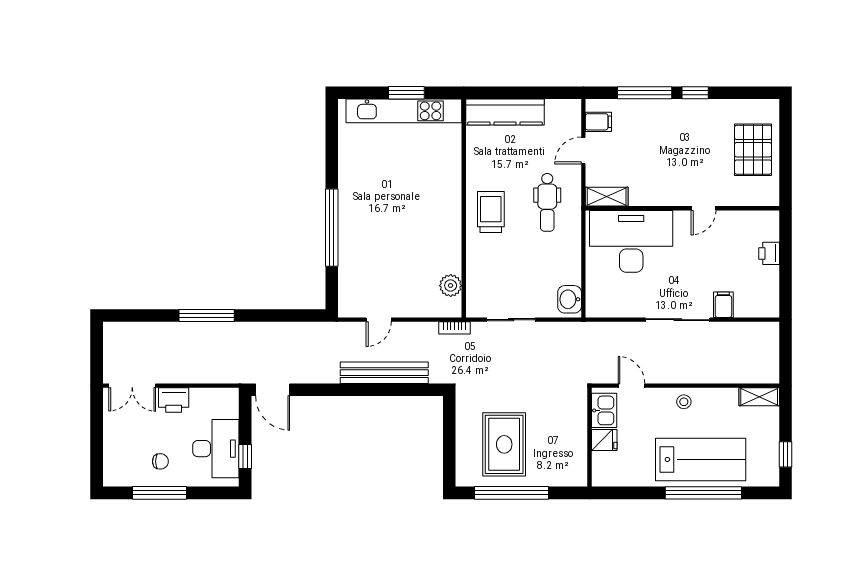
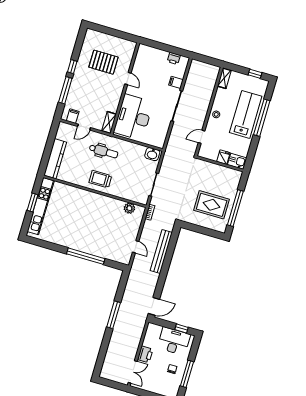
door: (583, 150) -> (84, 127), hinge flipped
pallet: (753, 150) -> (103, 62), moved
printer: (769, 253) -> (174, 58), moved
window: (207, 316) -> (114, 315), moved
kitchen sink: (604, 410) -> (237, 161), moved

